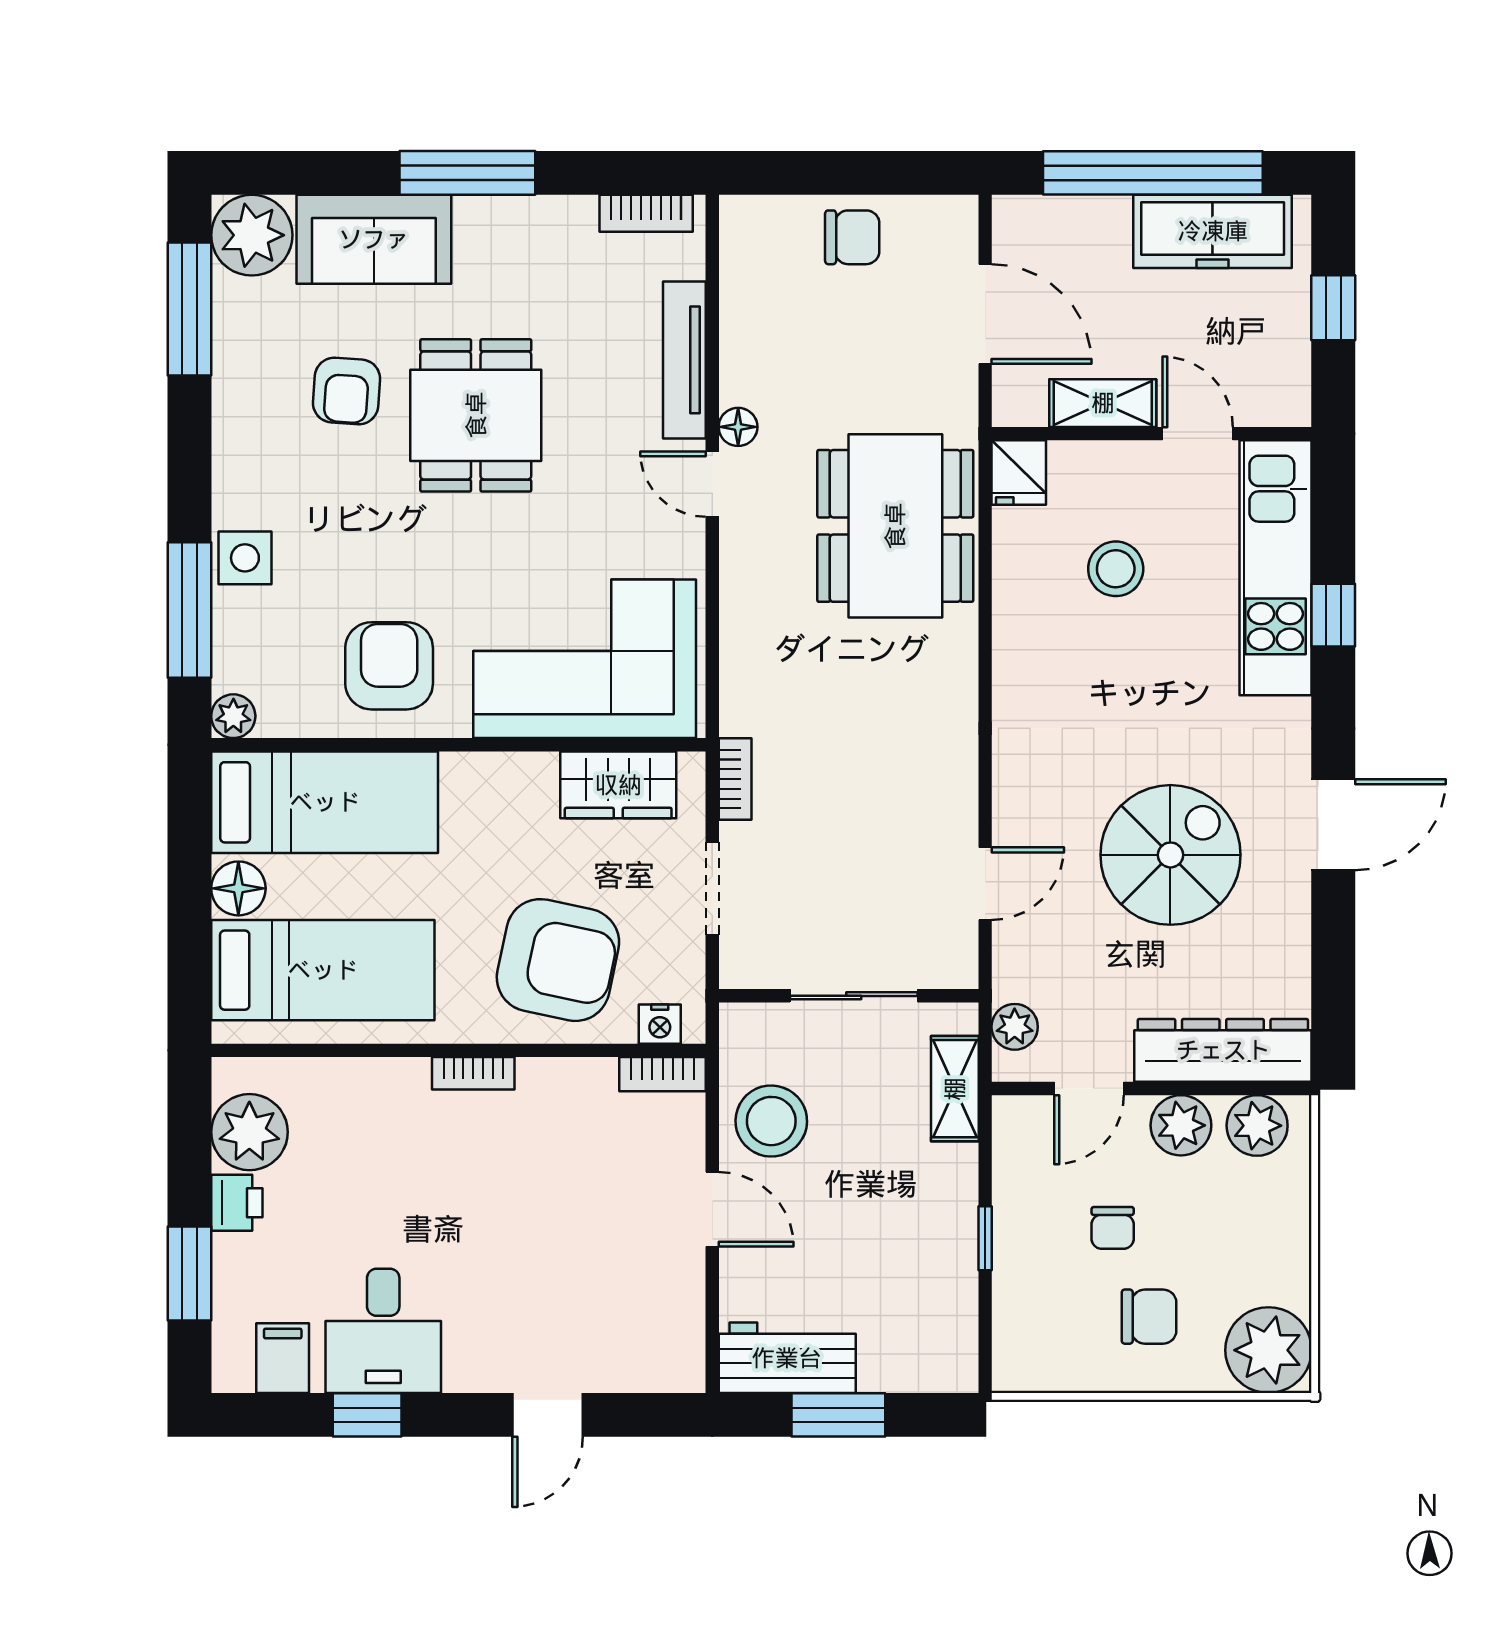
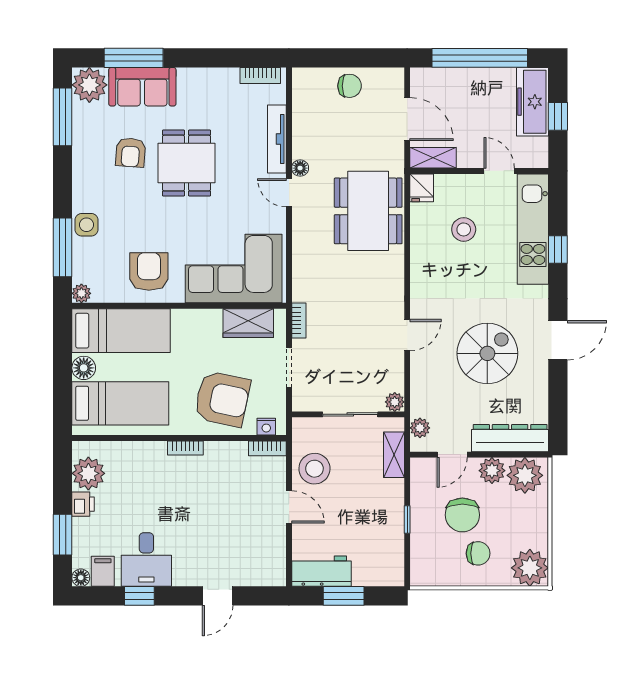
window: (467, 173) -> (134, 58), moved
freezer: (1213, 231) -> (533, 102), moved, turned 90
shelving: (1103, 403) -> (433, 158), moved
door: (985, 884) -> (407, 335), moved
plant: (956, 967) -> (395, 402), added
plant: (1257, 1126) -> (525, 475), width x1.36, depth x1.36
chair: (1113, 1228) -> (462, 515), width x1.87, depth x1.87
floor lamp: (232, 1373) -> (81, 578), added

